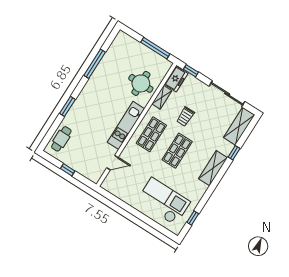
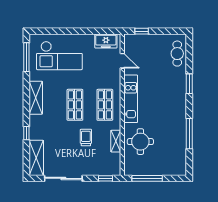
freezer: (176, 79) -> (106, 41), moved, turned -90
door: (112, 163) -> (122, 61), swing flipped
shelving: (213, 168) -> (36, 98), moved
window: (68, 170) -> (142, 31), moved
window: (193, 218) -> (26, 57), width x2.17

